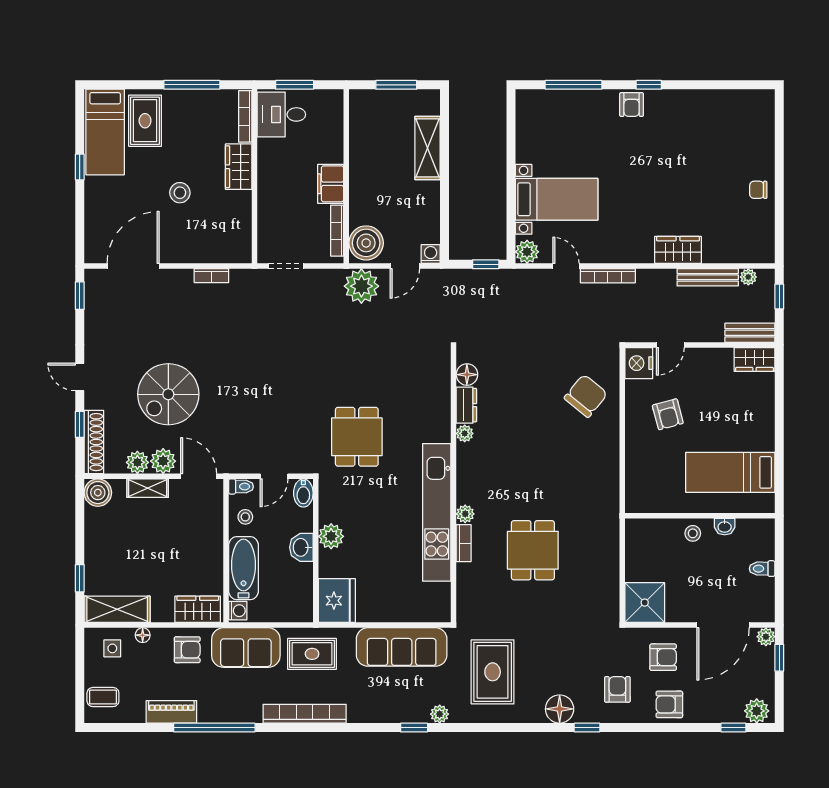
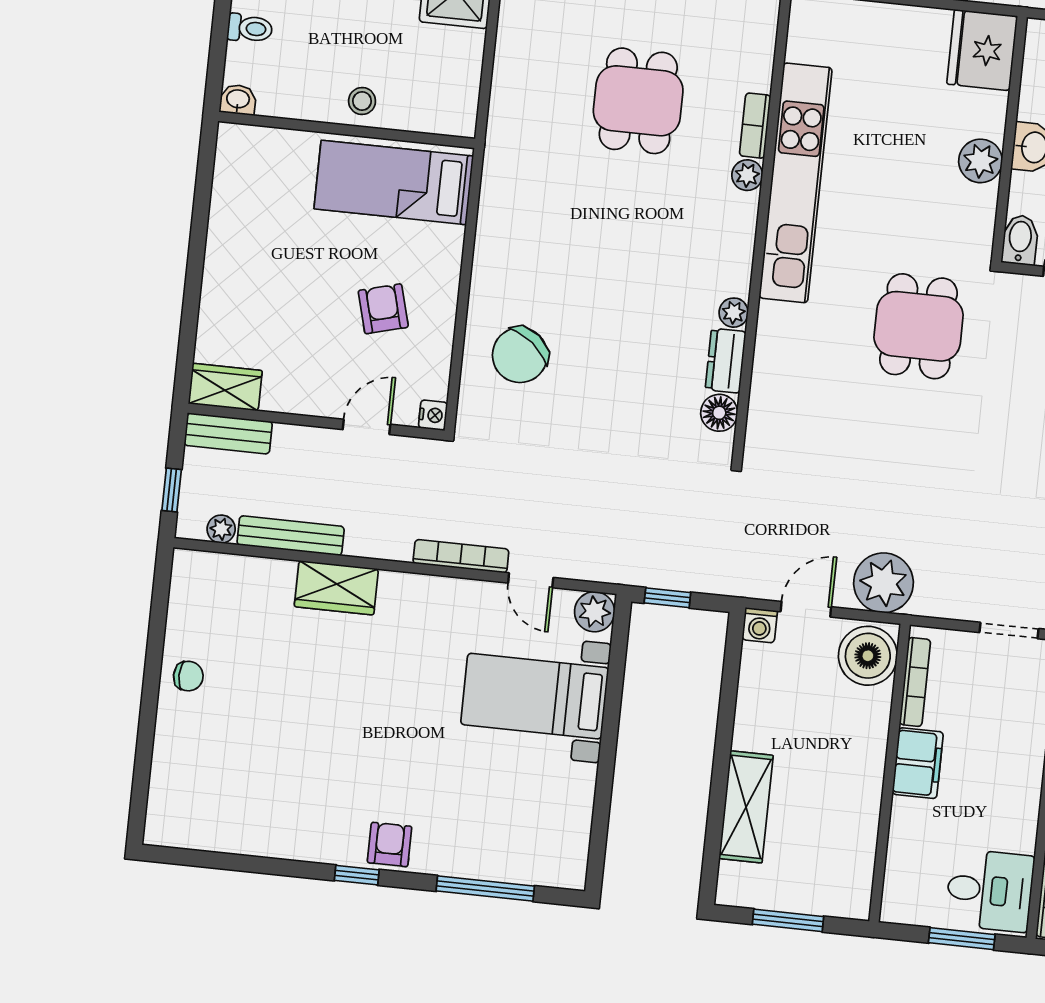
nightstand: (639, 363) -> (433, 415), width x0.53, depth x0.56
bed: (730, 472) -> (394, 182), moved, turned 180
washbasin: (725, 527) -> (238, 100), moved

